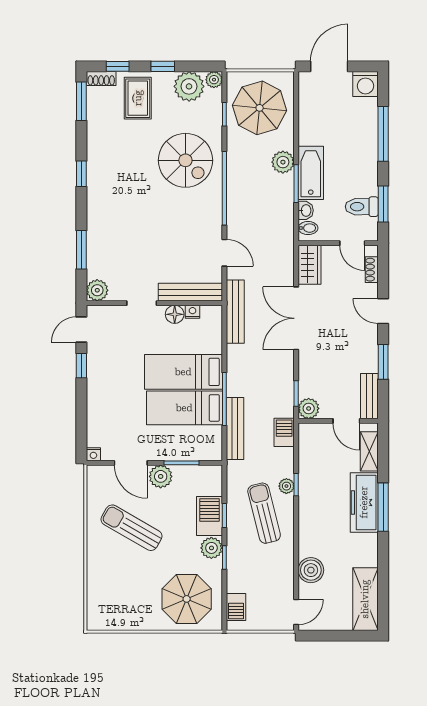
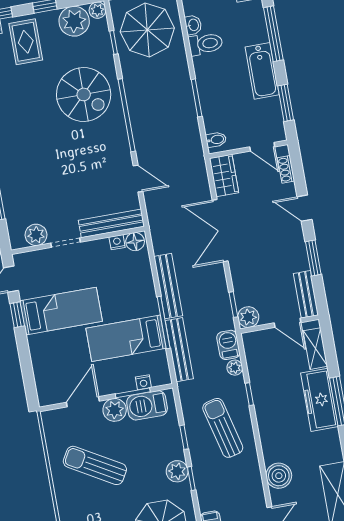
plant: (283, 162) -> (180, 79), removed
bathtub: (311, 173) -> (262, 71), moved, turned 180
toilet: (362, 207) -> (206, 44), moved, turned 180
washbasin: (306, 210) -> (193, 25), moved
plant: (97, 290) -> (36, 235), moved
bench: (235, 312) -> (168, 286), moved
floor lamp: (175, 314) -> (135, 242), moved
bed: (183, 372) -> (61, 311), moved, turned 180
nightstand: (93, 454) -> (143, 382), moved
door: (131, 463) -> (83, 402), swing flipped
plant: (286, 486) -> (235, 368), moved
barbecue: (209, 516) -> (147, 405), moved, turned -90

